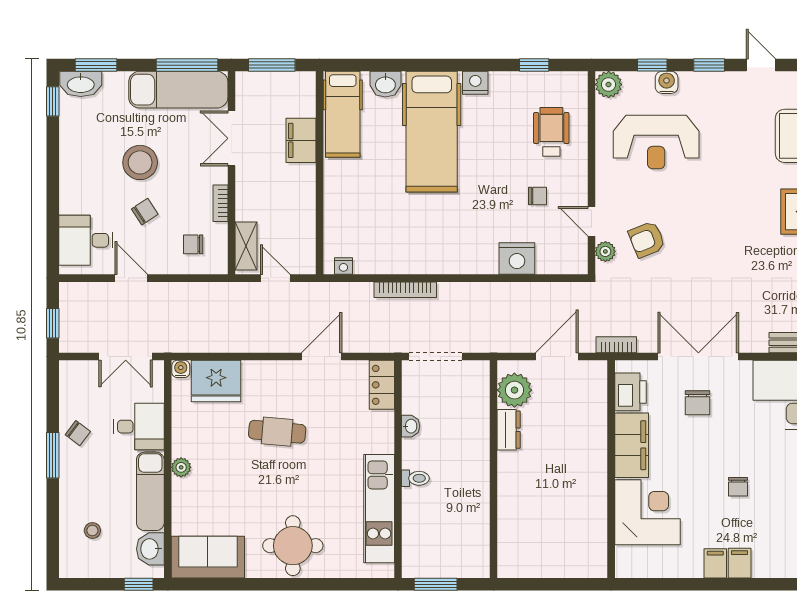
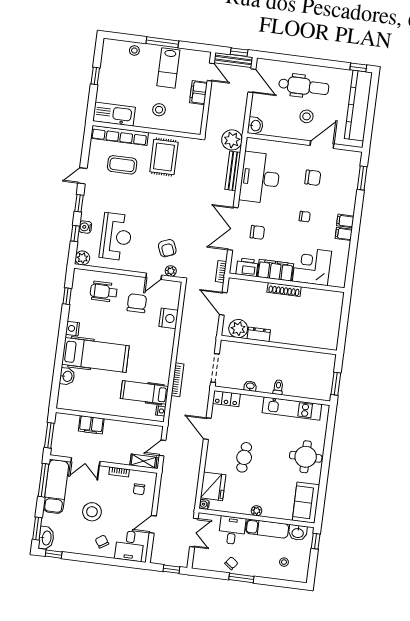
hospital bed: (343, 114) -> (144, 392), moved, turned 180
chair: (537, 196) -> (137, 303), width x1.87, depth x1.87
chair: (145, 212) -> (102, 542), moved
shoe rack: (598, 466) -> (284, 290), added

